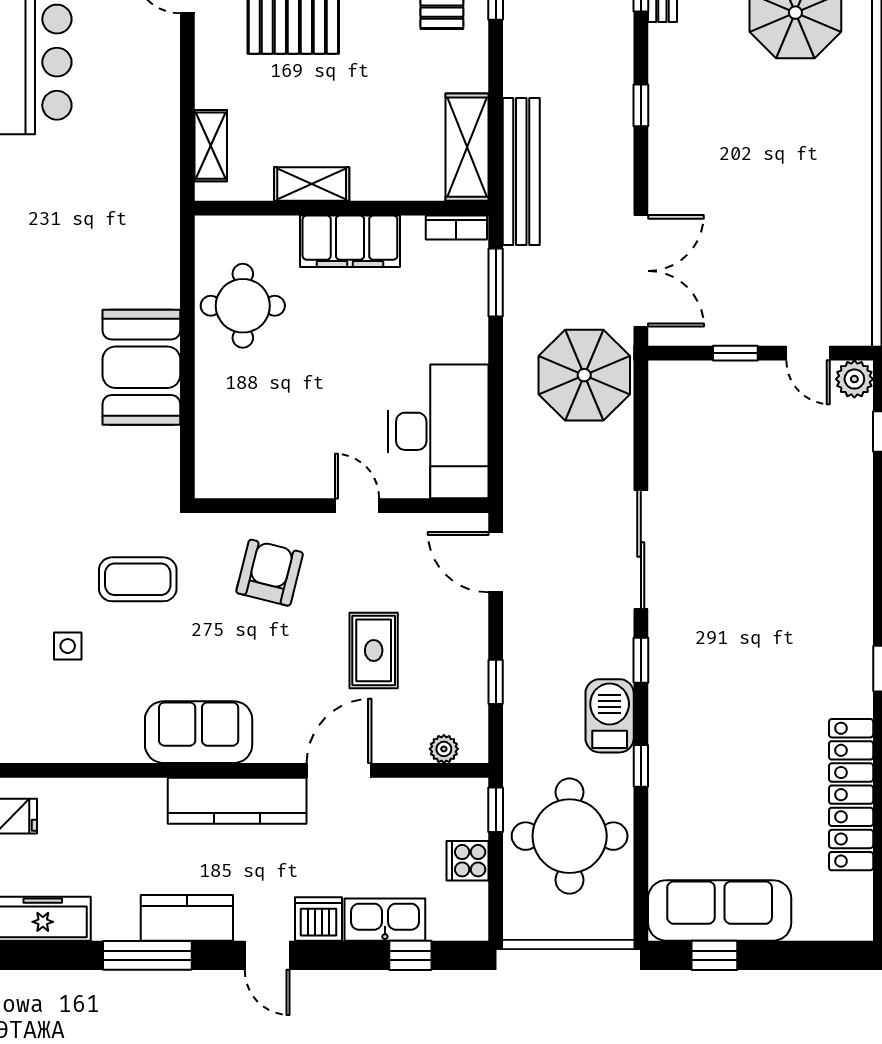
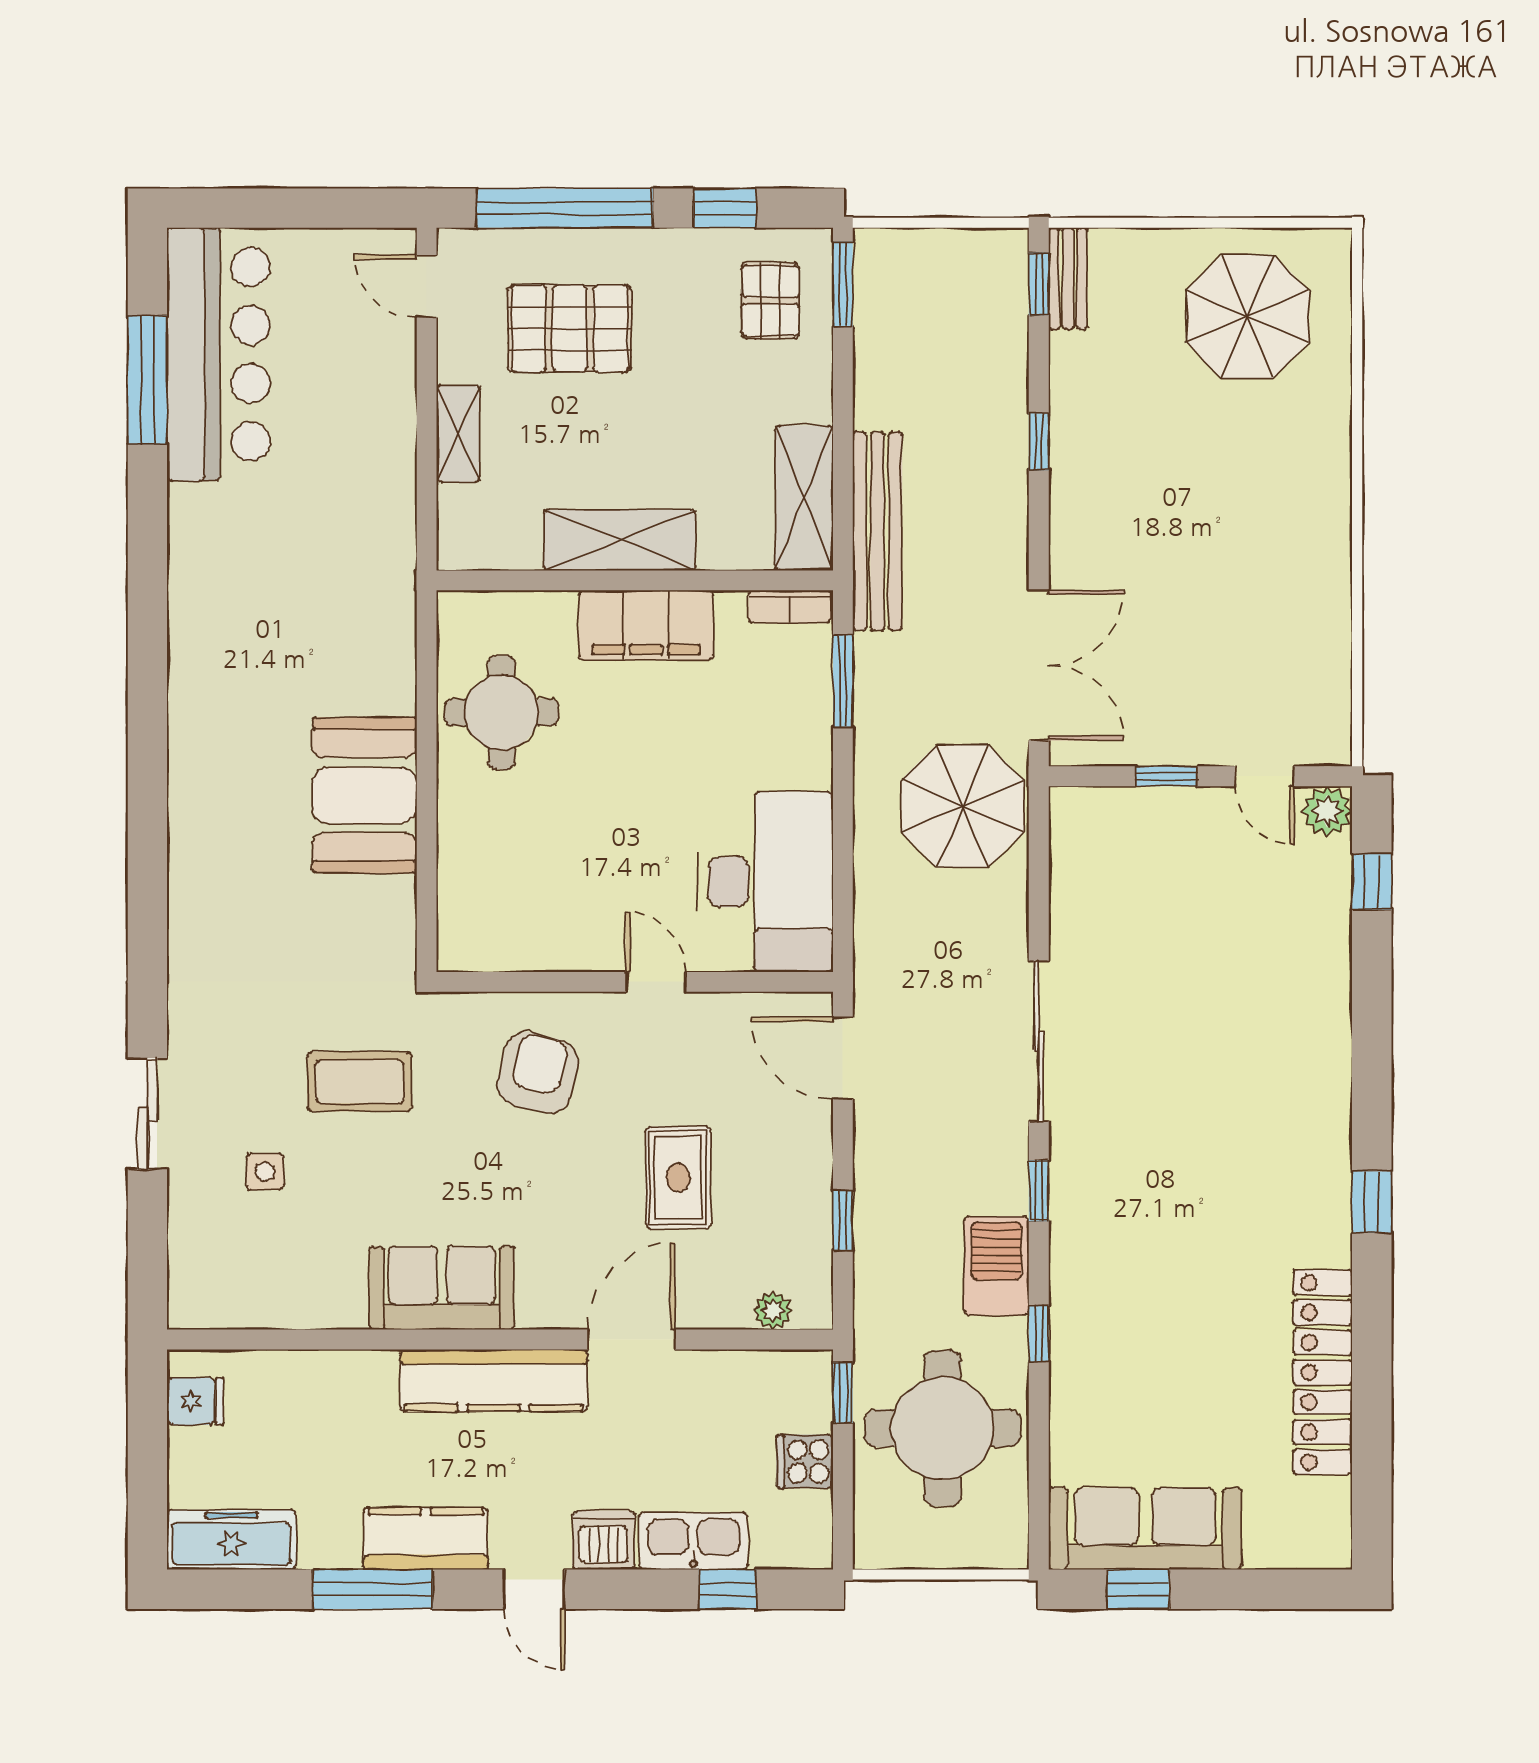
shelving: (211, 146) -> (458, 433), moved
shelving: (312, 184) -> (620, 540), width x1.50, depth x1.33

